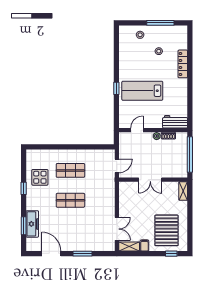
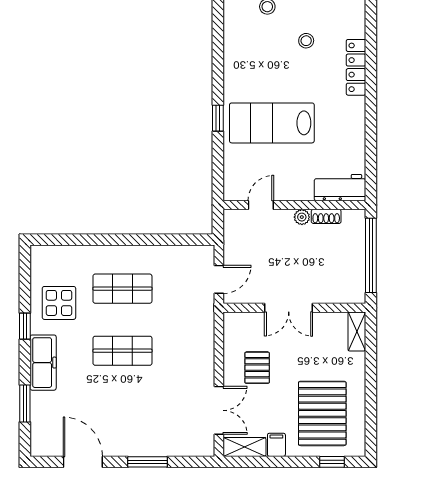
pallet: (135, 208) -> (257, 368), added
freezer: (32, 224) -> (43, 363), moved

